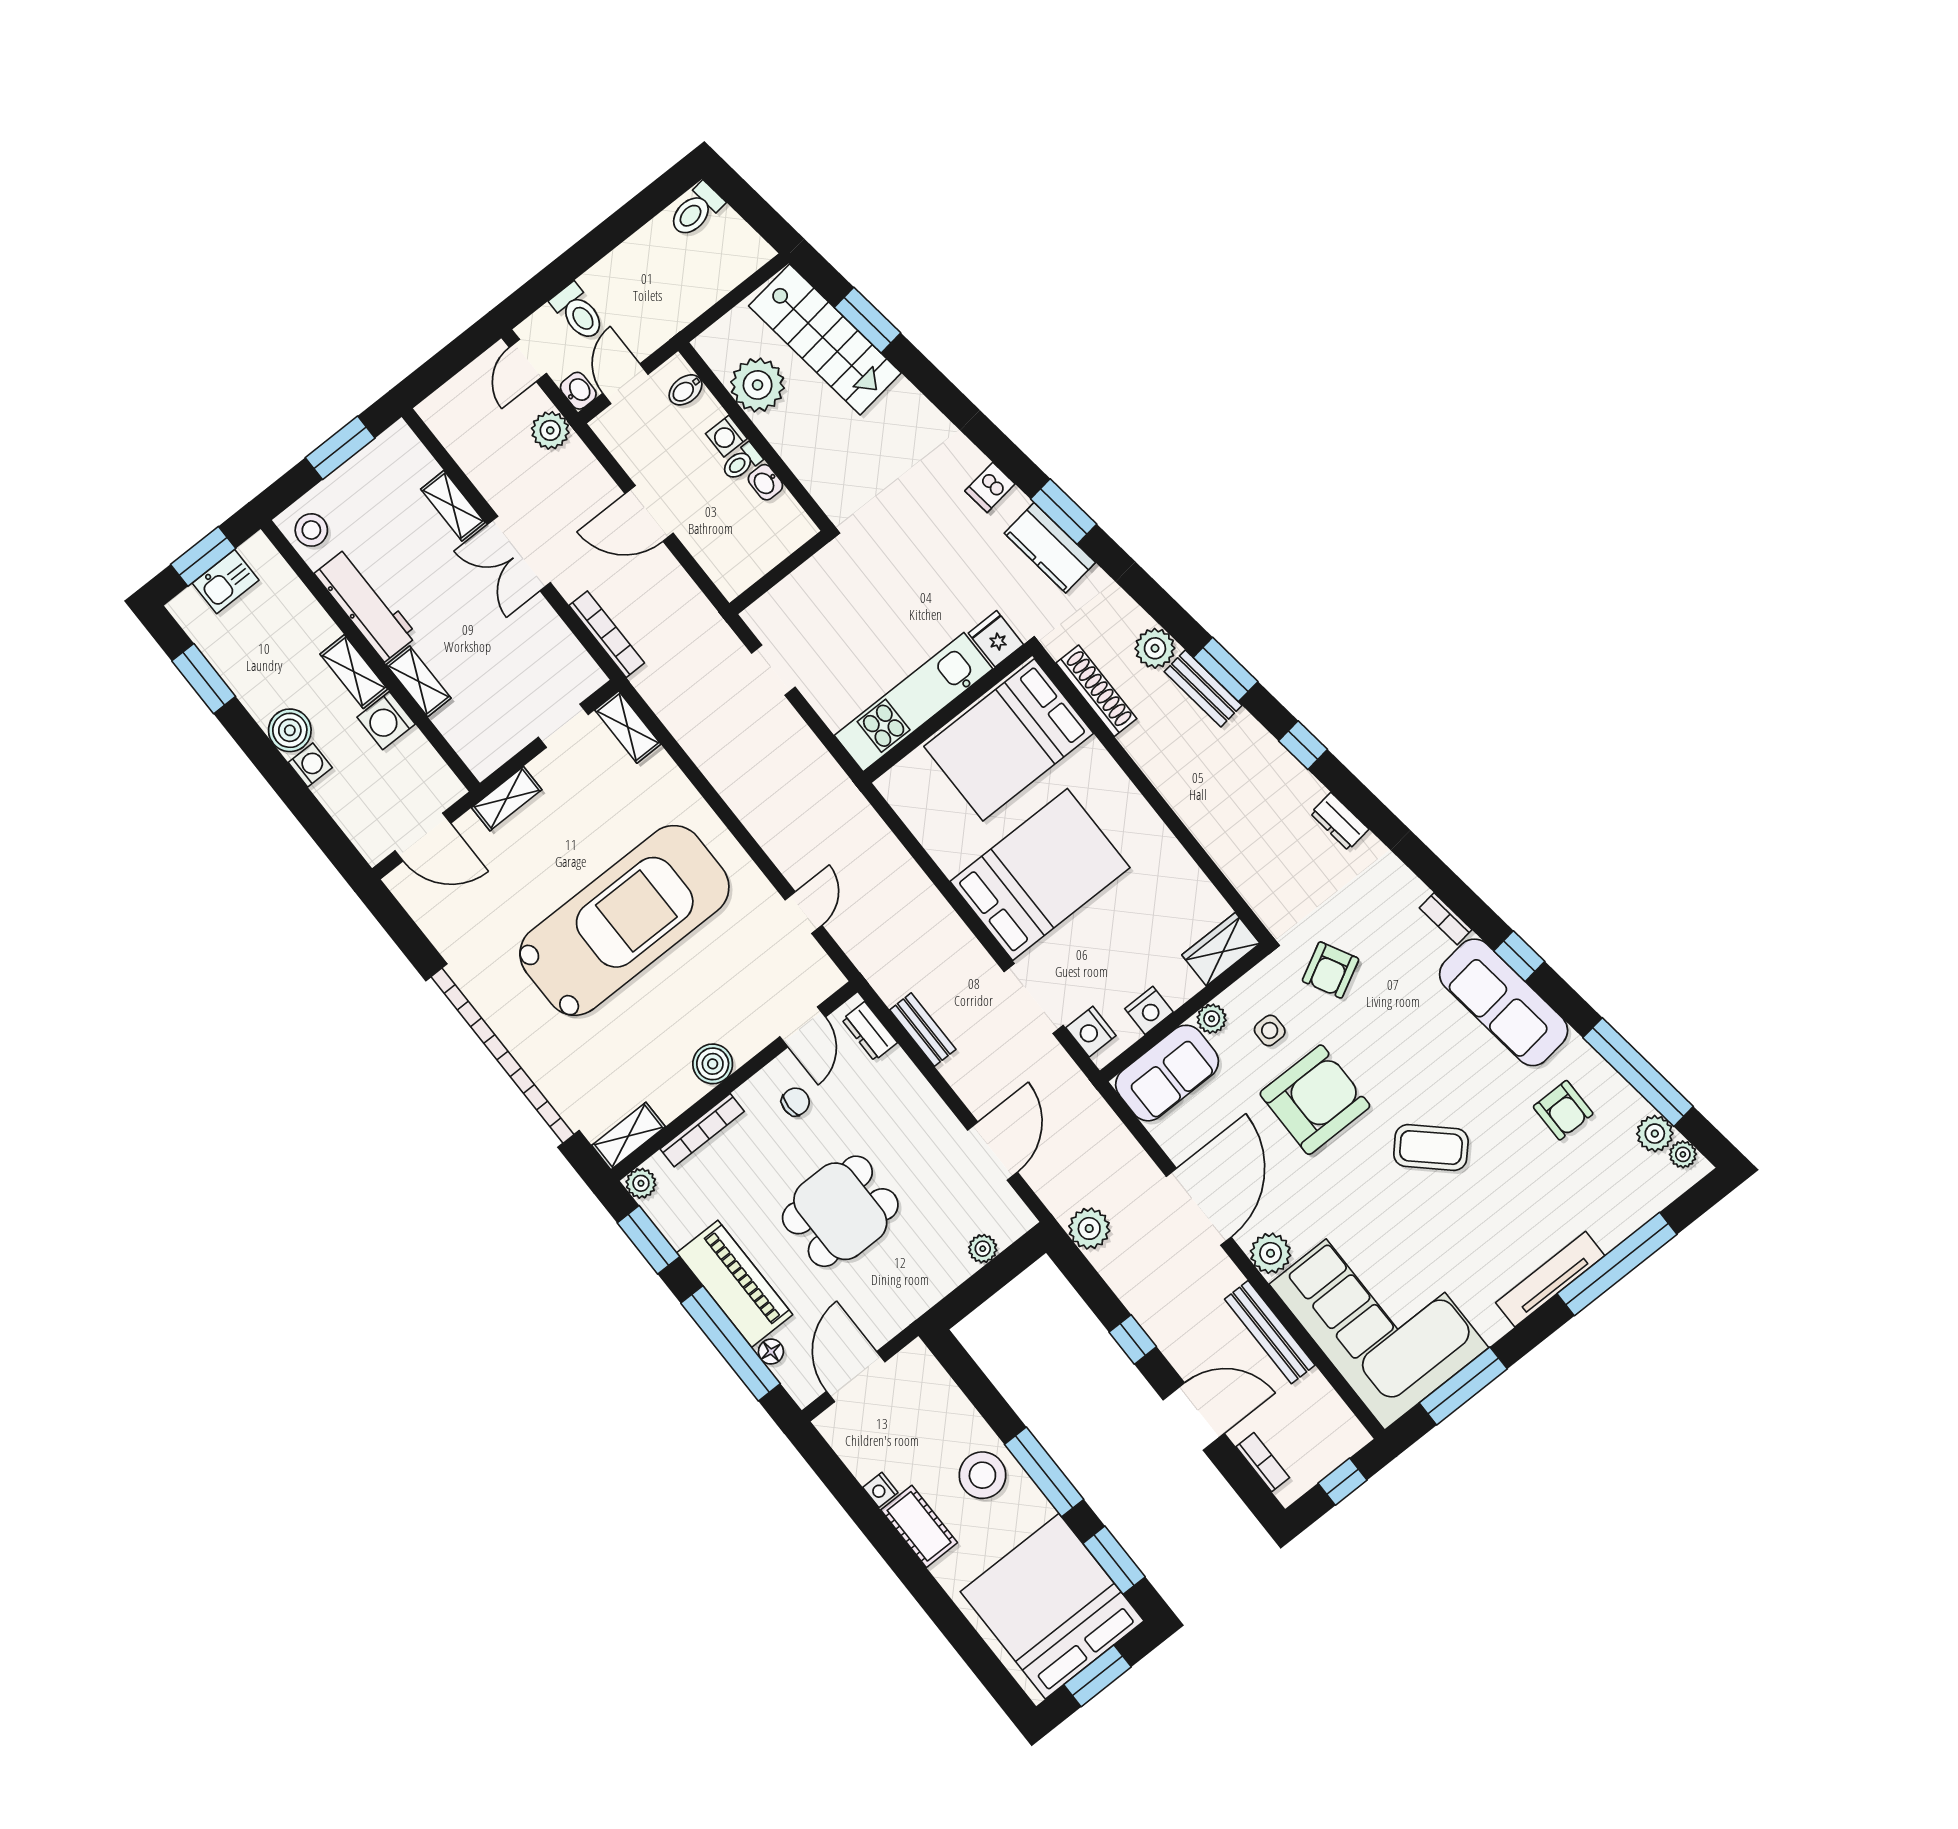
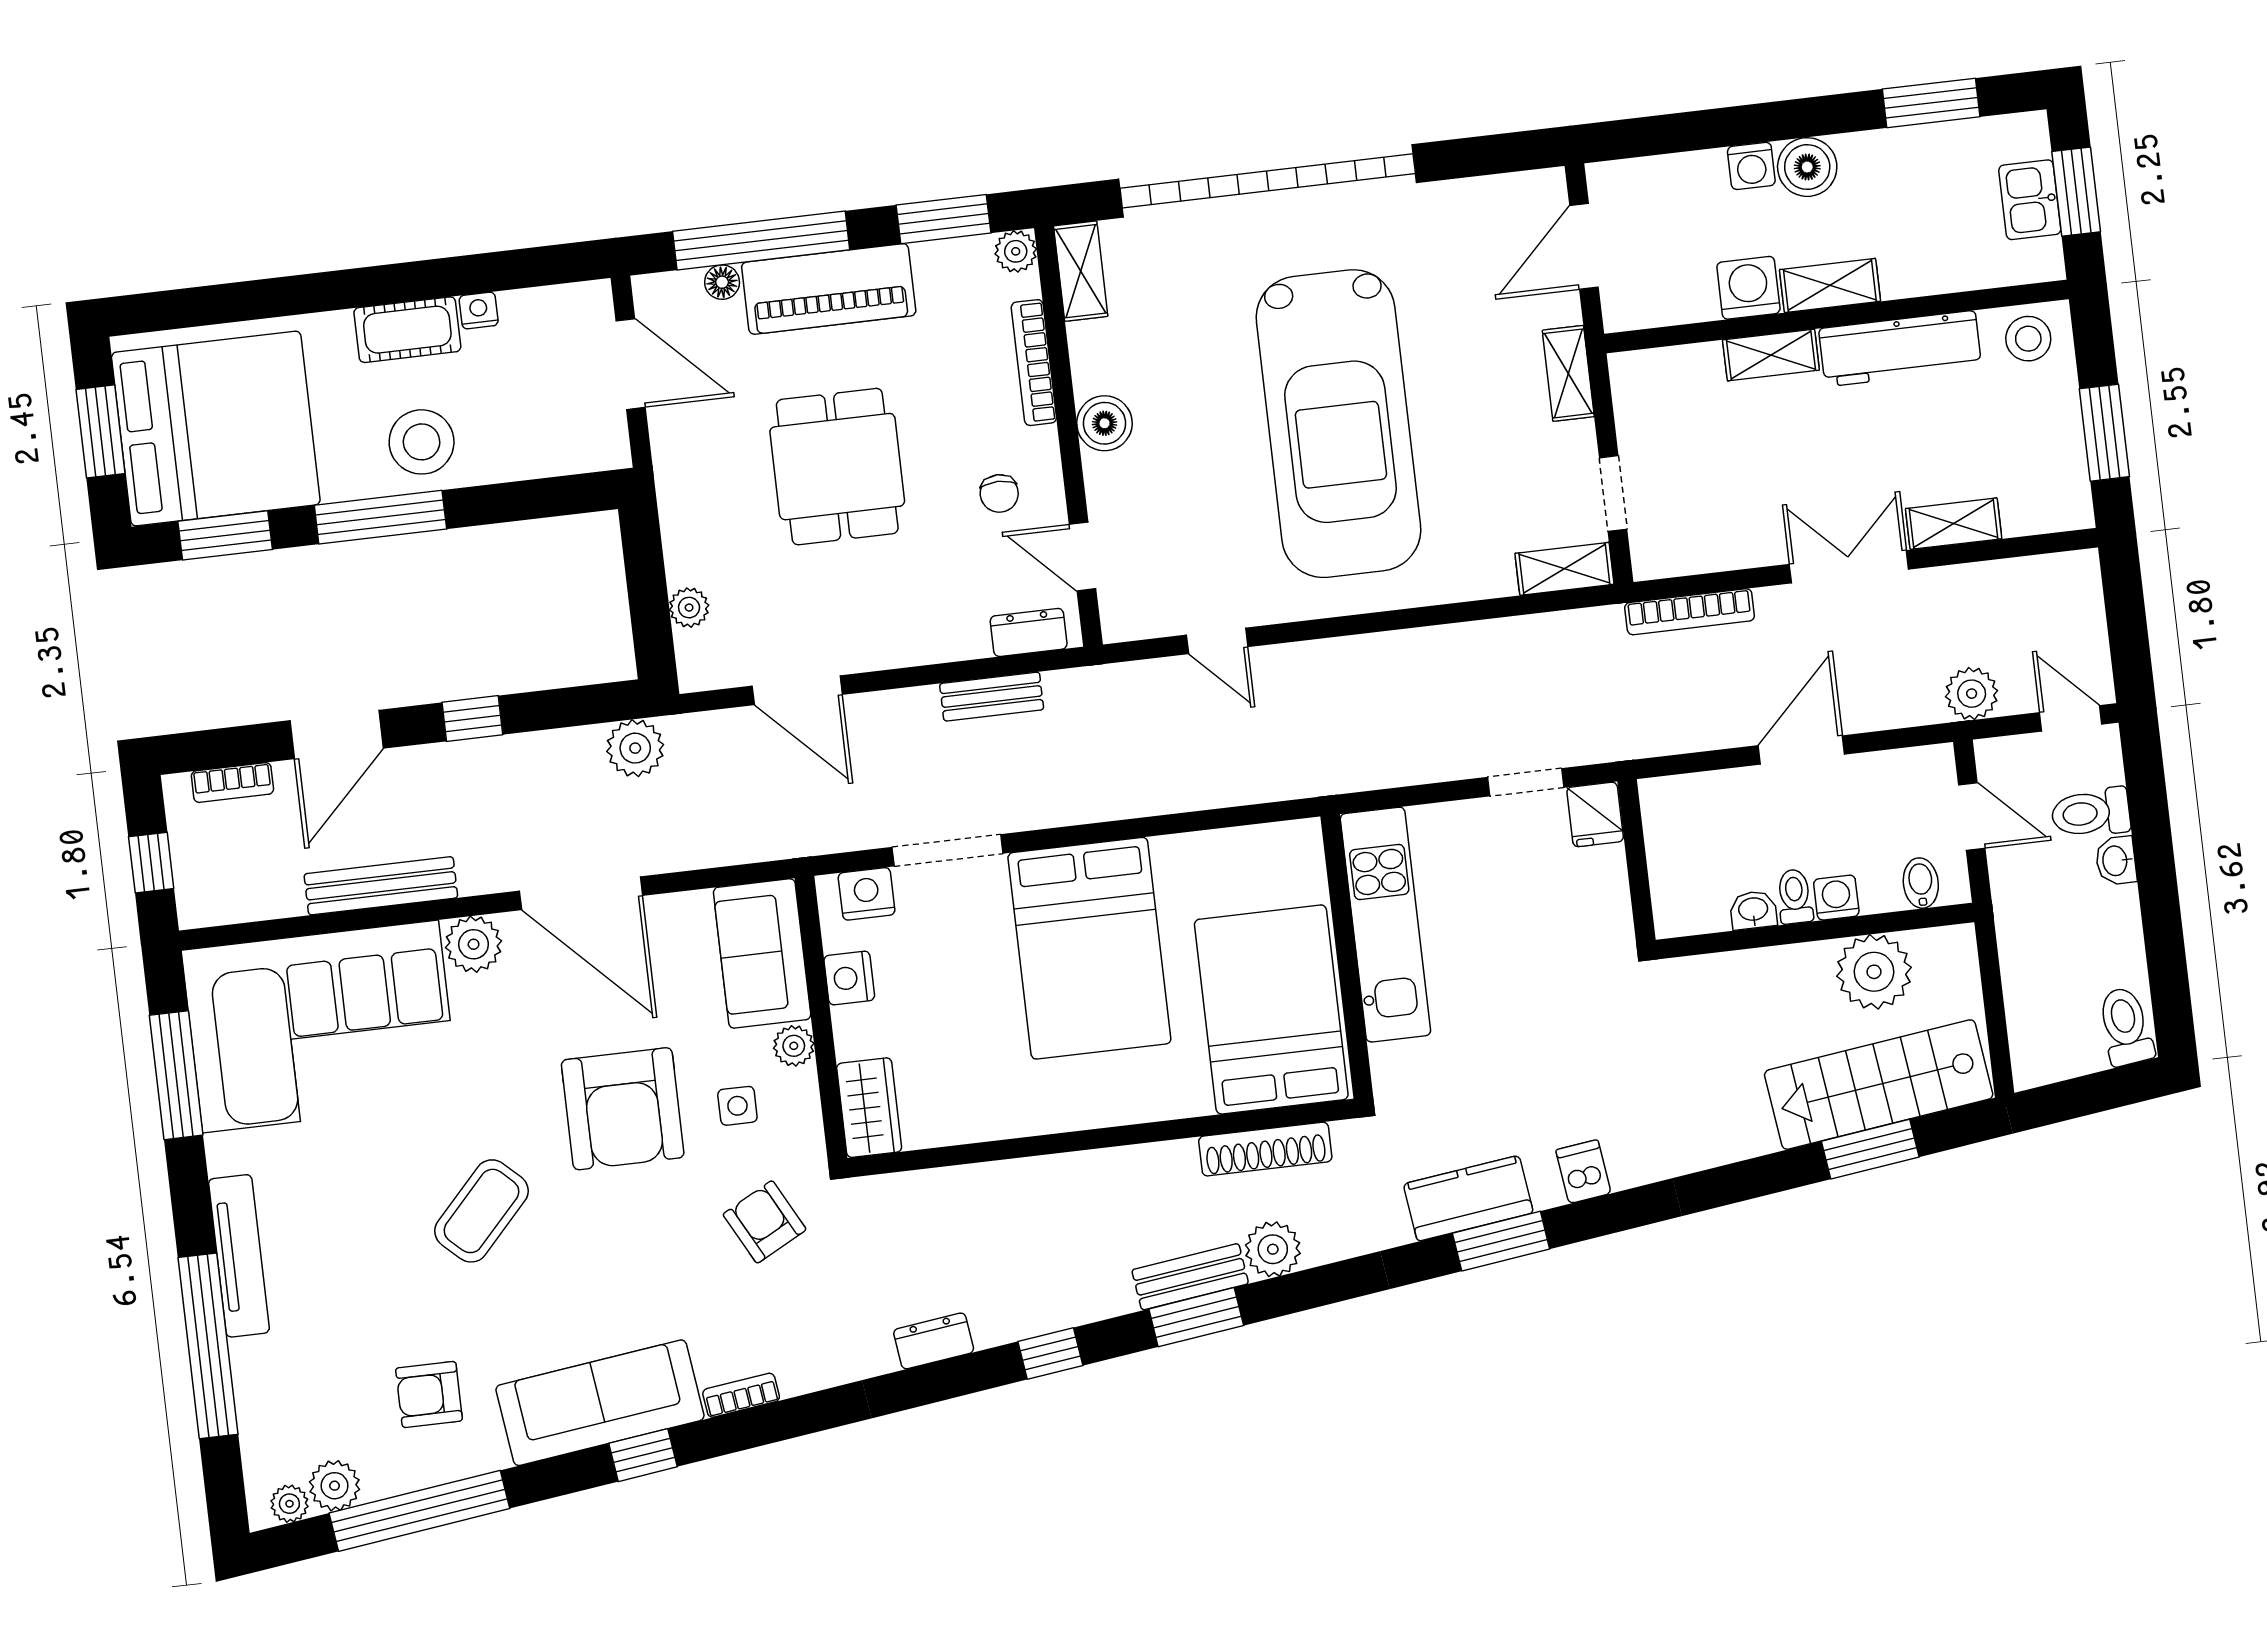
washbasin: (578, 391) -> (2116, 861), moved, turned 90
fridge: (996, 639) -> (1595, 814), moved, turned 90

